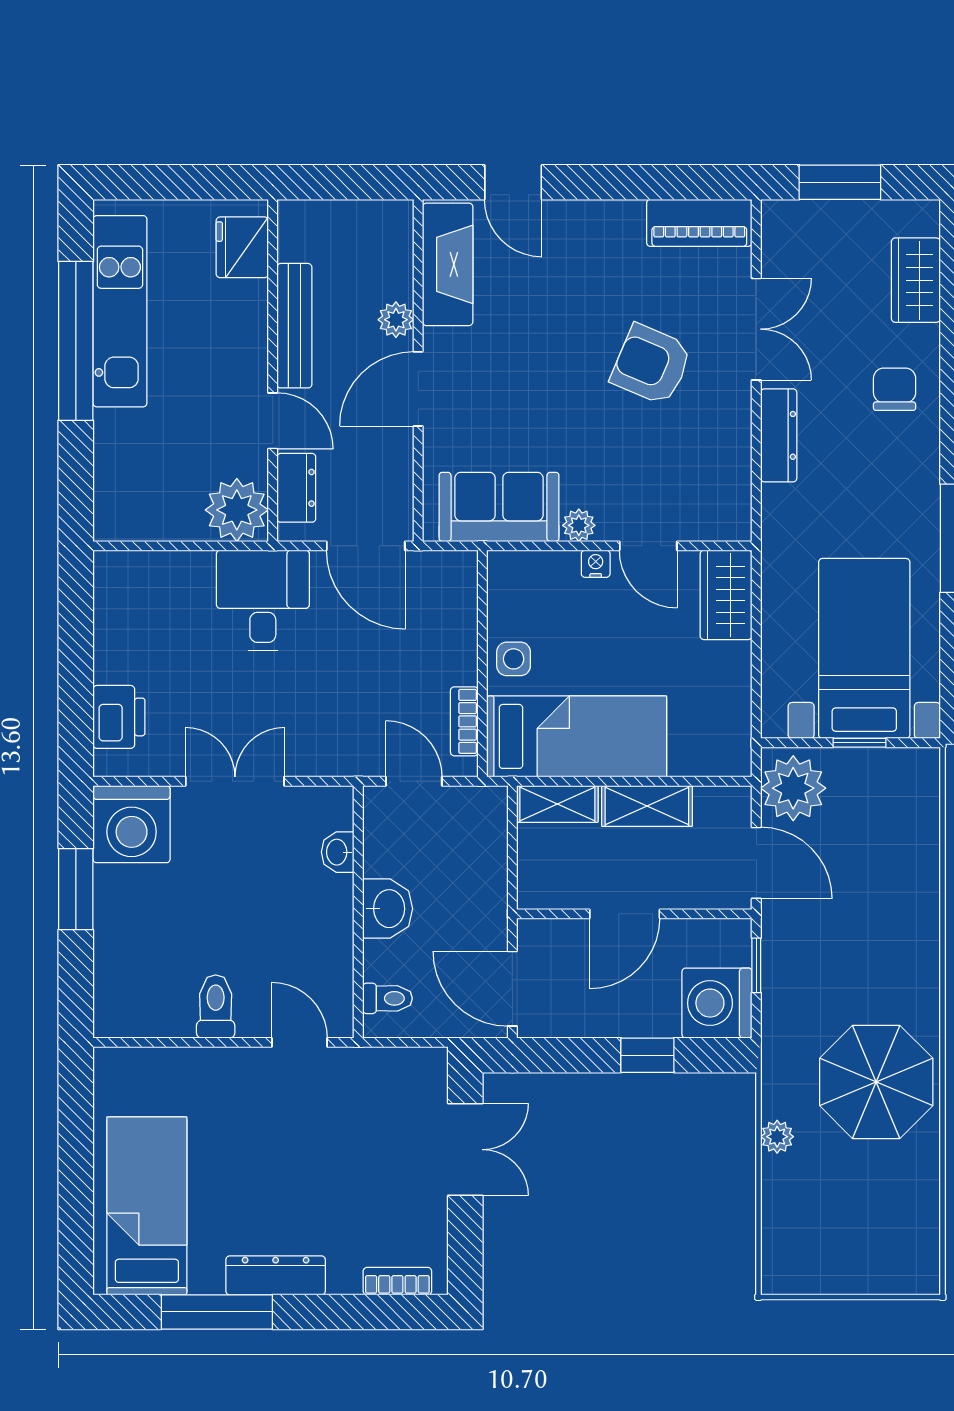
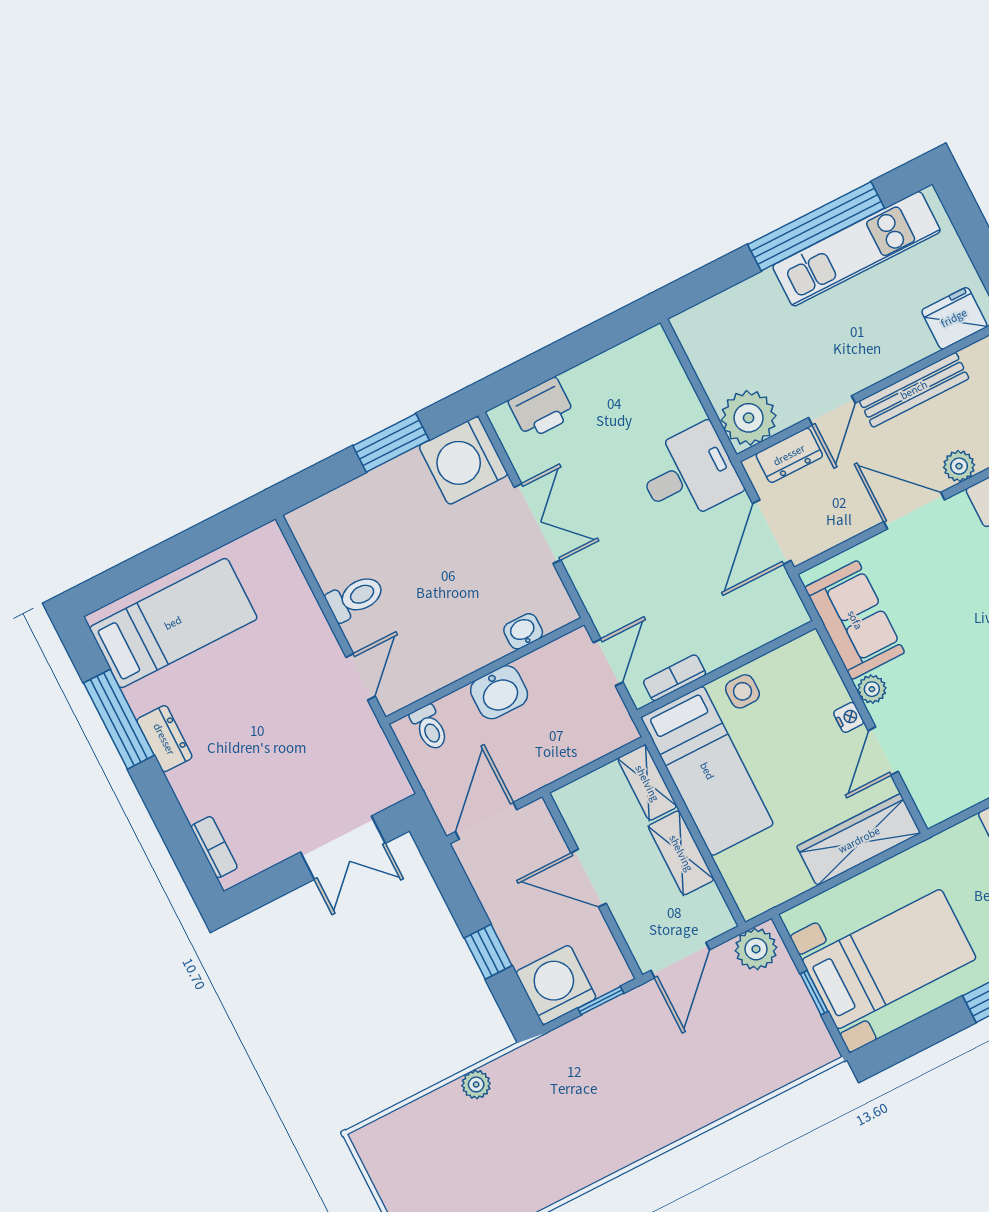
wardrobe: (726, 595) -> (859, 840), width x1.50
plant: (793, 788) -> (756, 949), width x0.73, depth x0.73
parasol: (876, 1082) -> (558, 1140), removed
dresser: (276, 1275) -> (164, 739), width x0.70

